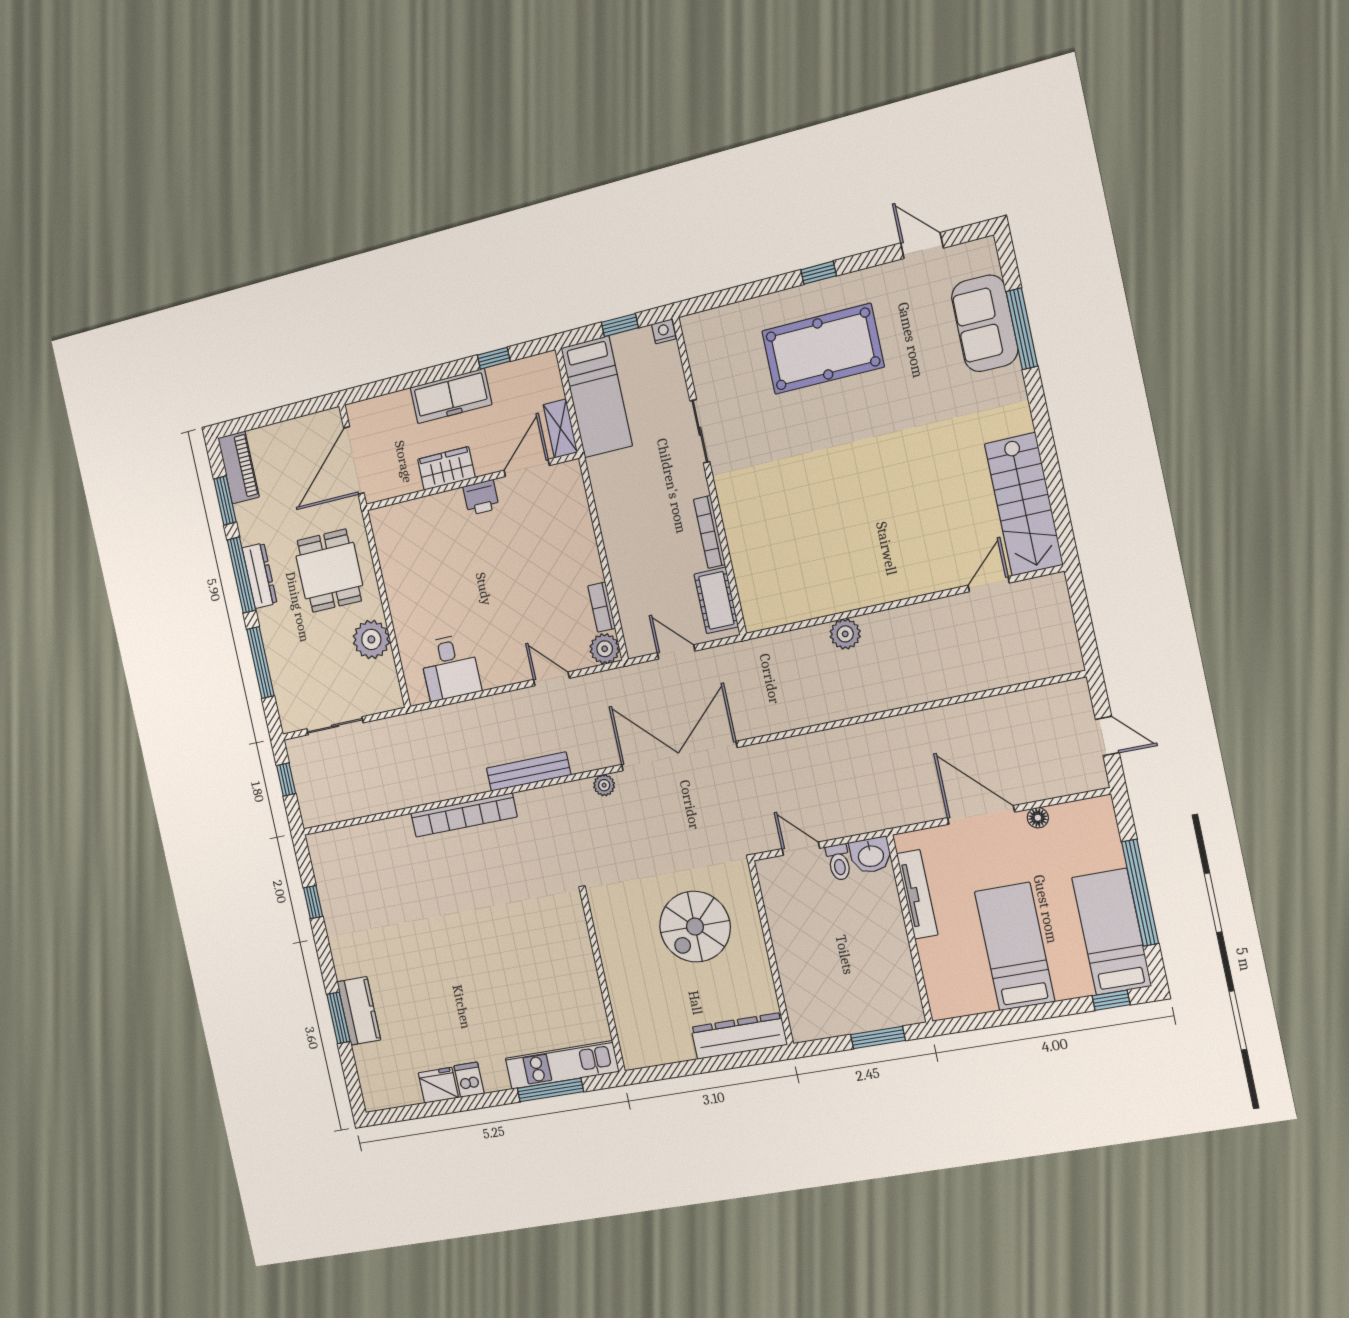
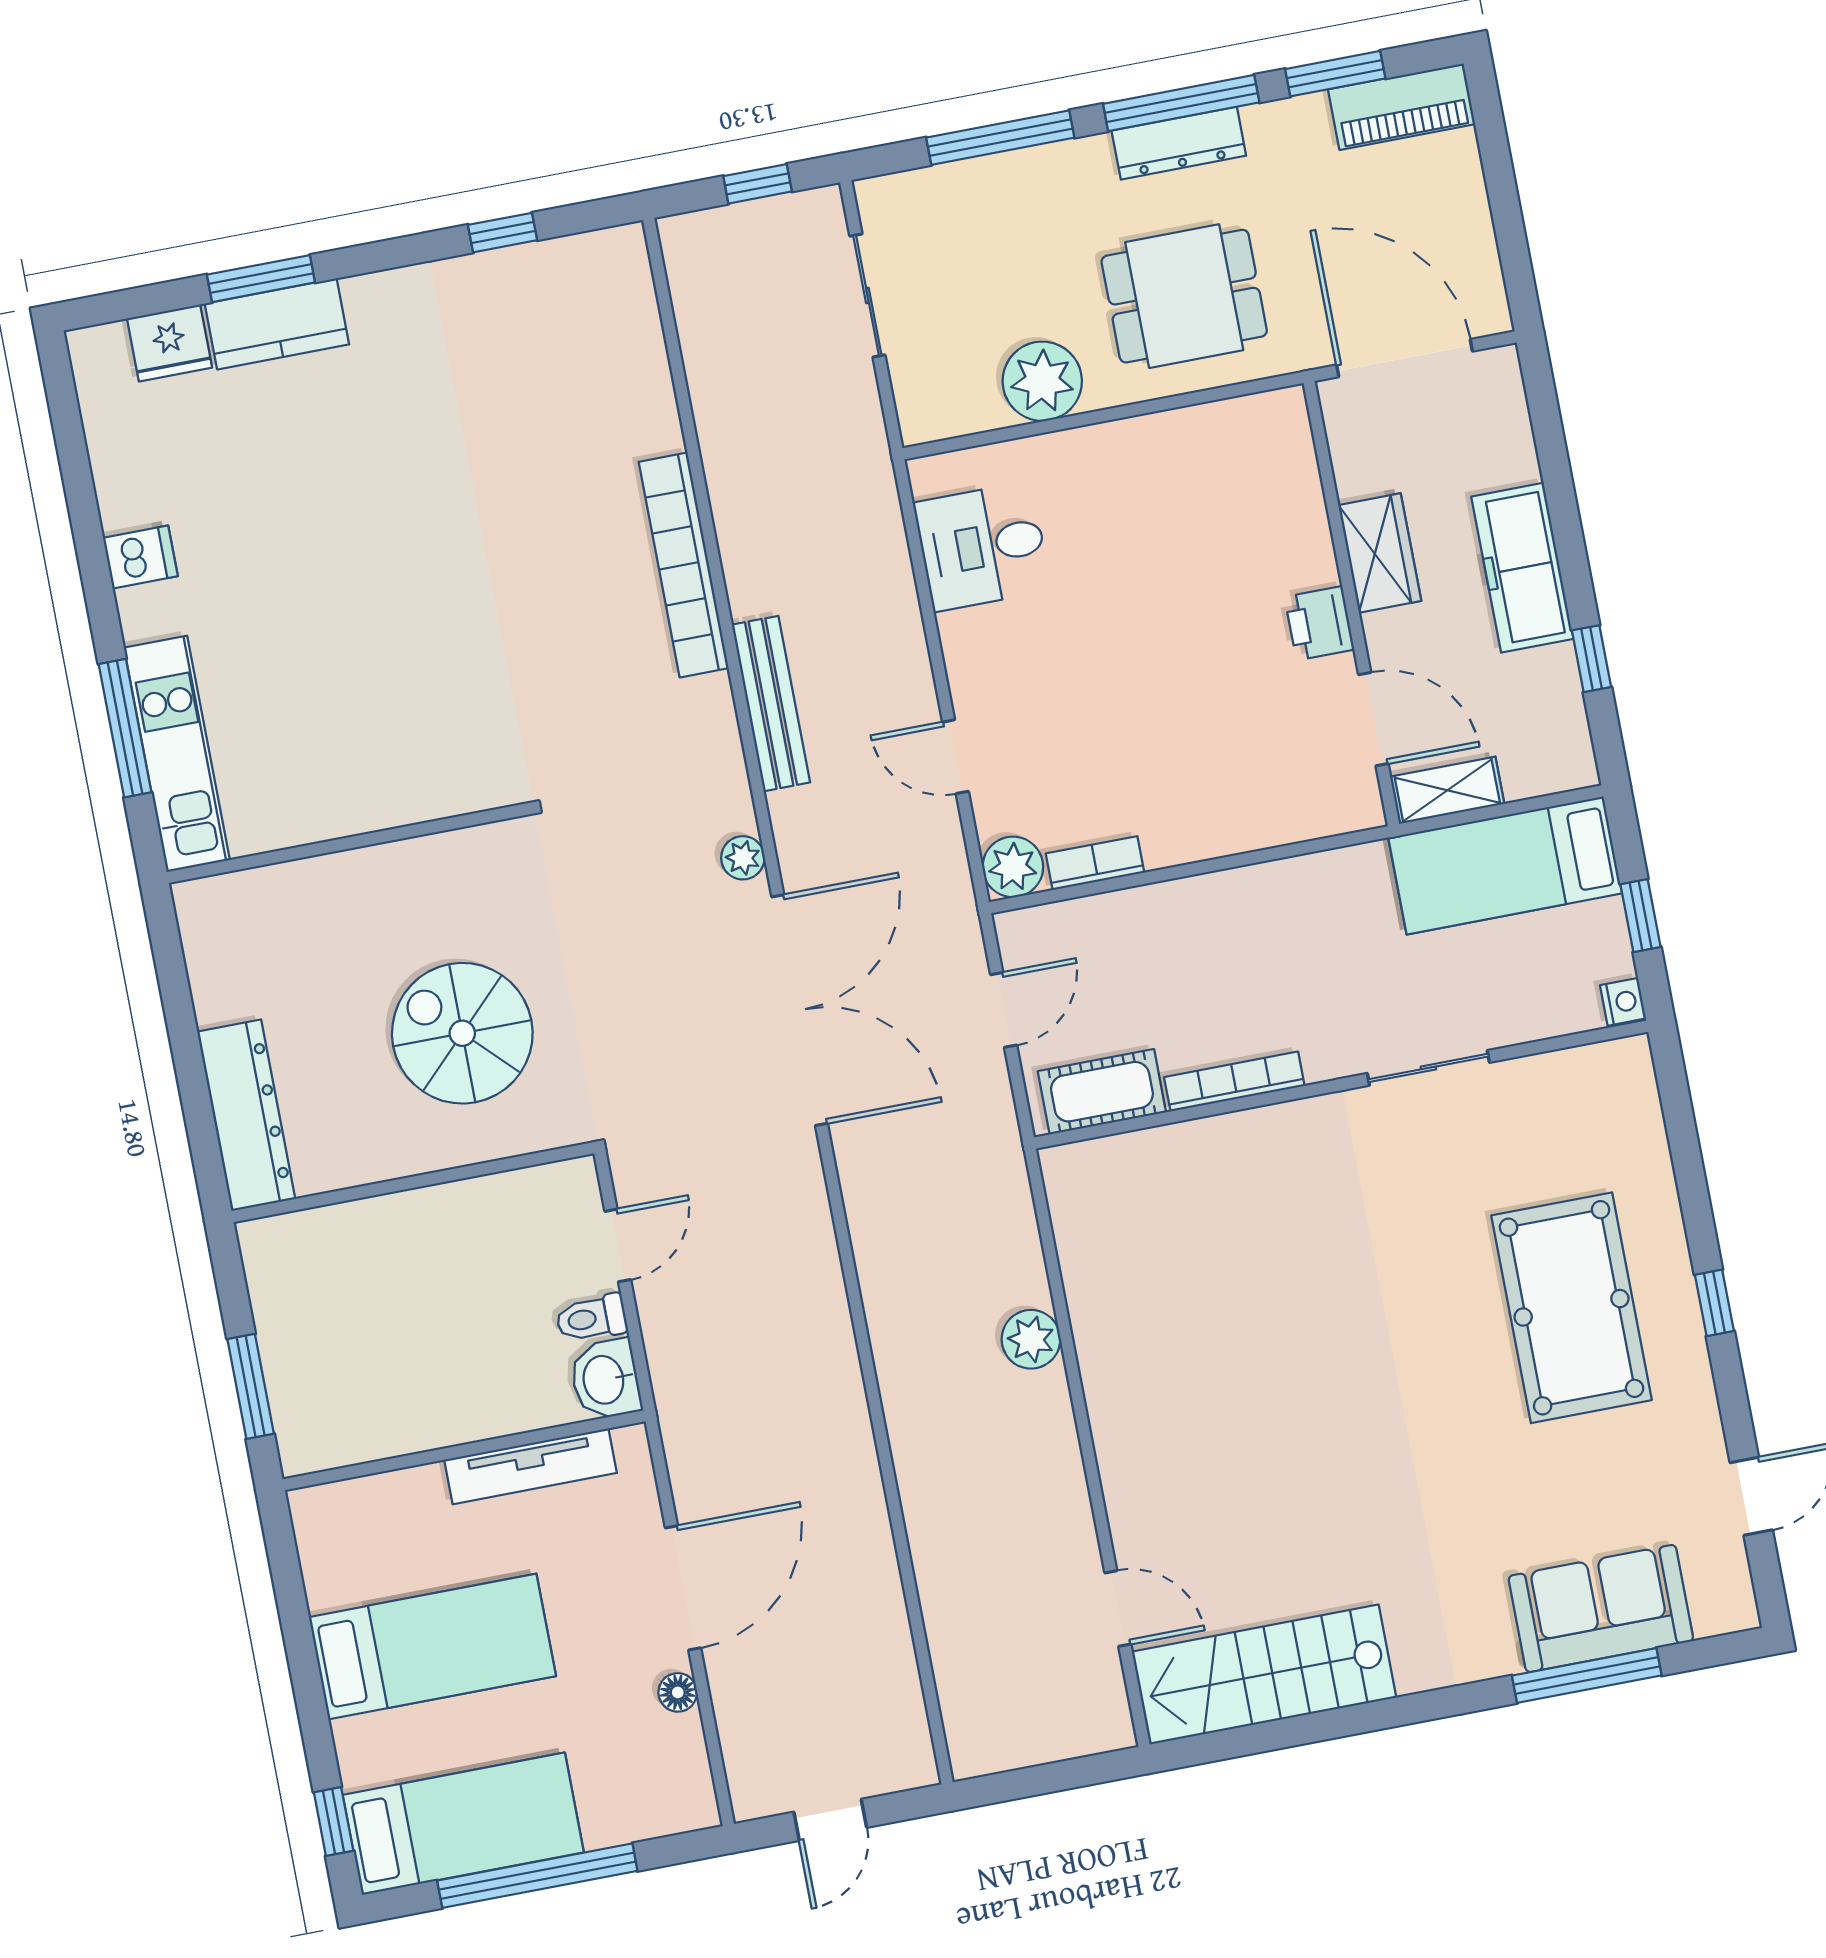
door: (551, 679) -> (955, 757), swing flipped
fridge: (438, 1085) -> (170, 343), moved, turned 90

